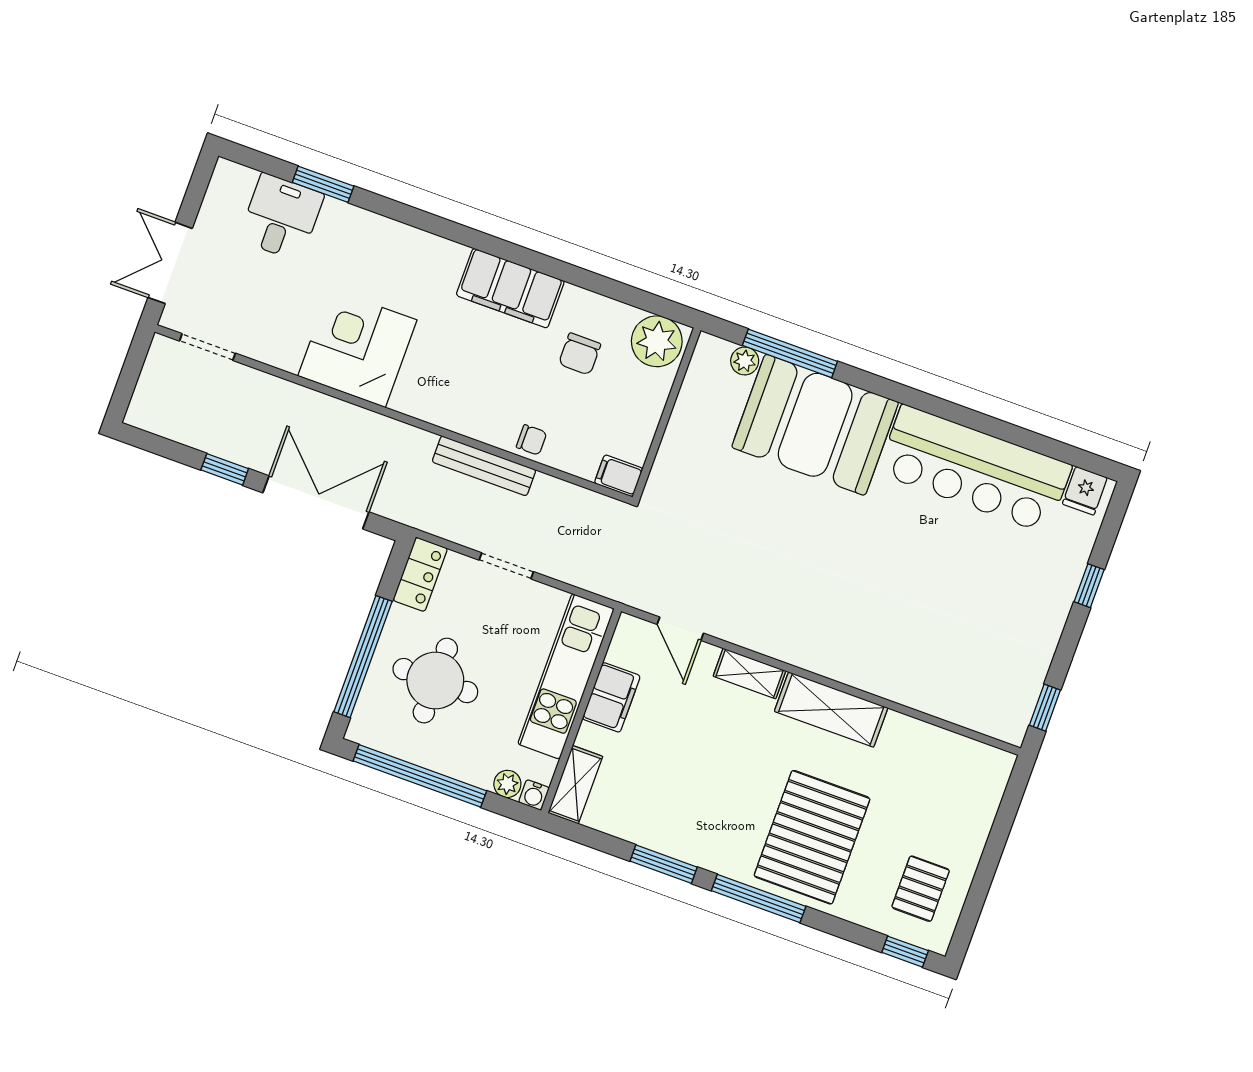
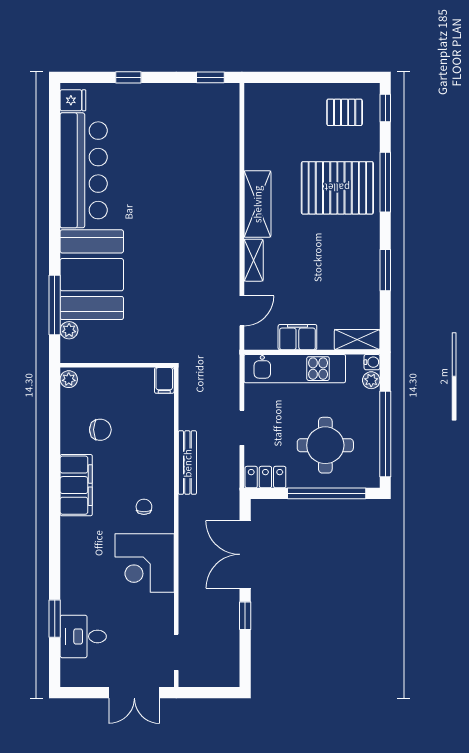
plant: (657, 341) -> (69, 379), width x0.53, depth x0.53
chair: (532, 440) -> (144, 507), moved
window: (759, 899) -> (385, 182), moved

